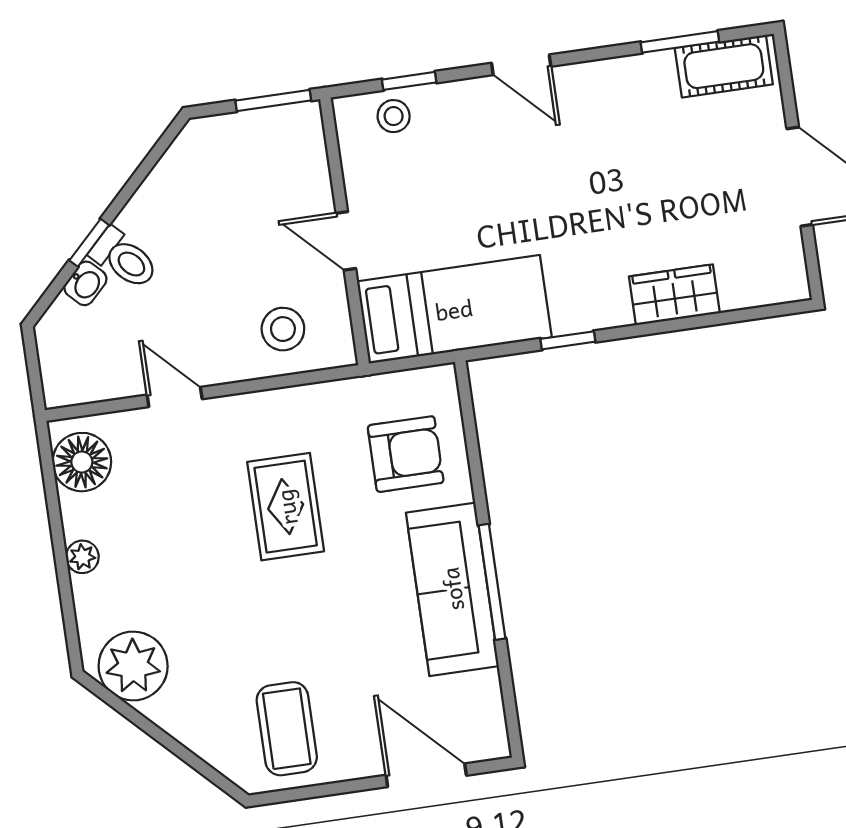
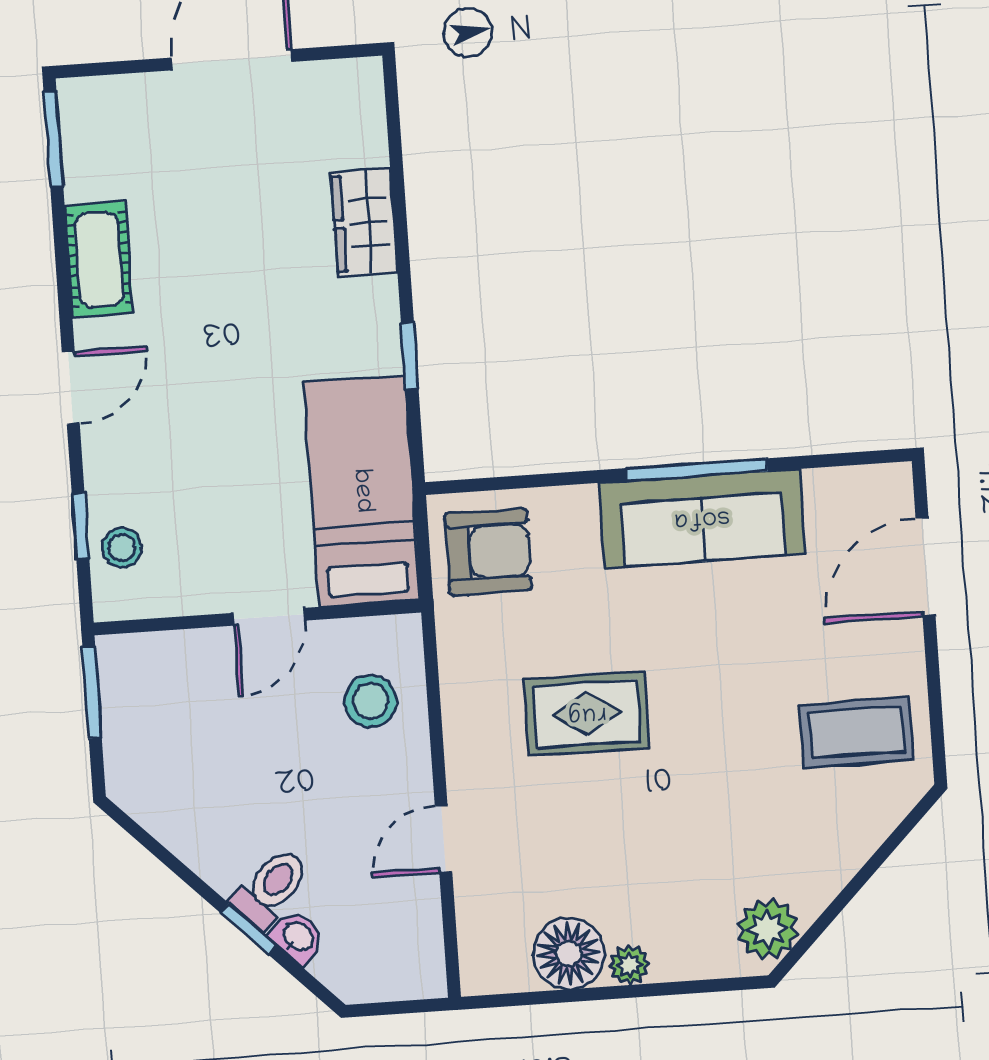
window: (680, 42) -> (53, 139), moved
cot: (724, 66) -> (99, 260), moved
armchair: (406, 454) -> (488, 552), moved, turned 90
floor lamp: (82, 462) -> (569, 953), moved
plant: (133, 666) -> (768, 929), width x0.73, depth x0.73

